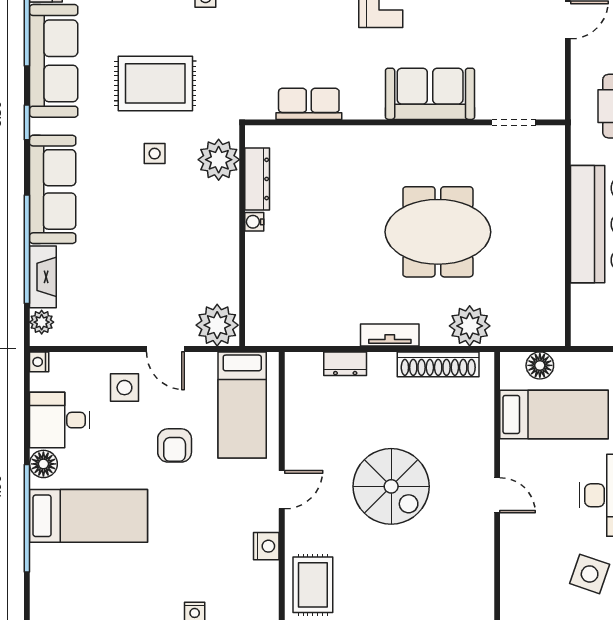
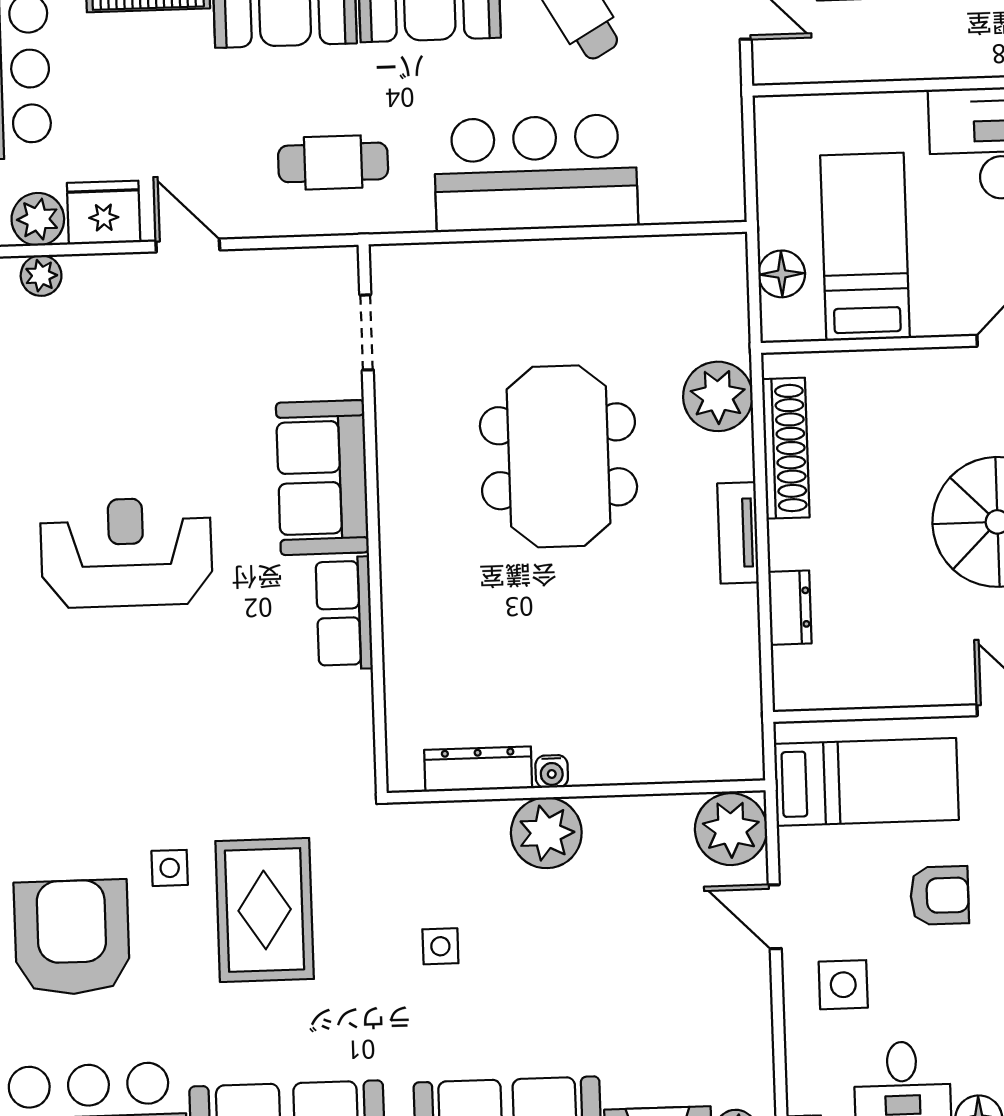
rug: (155, 83) -> (265, 910), moved
row of seats: (309, 104) -> (344, 613), moved
plant: (219, 160) -> (546, 833), moved
door: (165, 349) -> (775, 917), swing flipped

